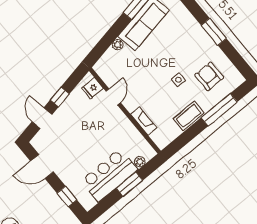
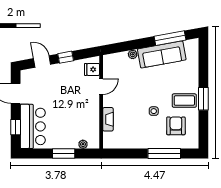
coffee table: (189, 116) -> (184, 101), moved
door: (42, 118) -> (42, 61), hinge flipped
bar counter: (109, 175) -> (33, 126), moved, turned 90

